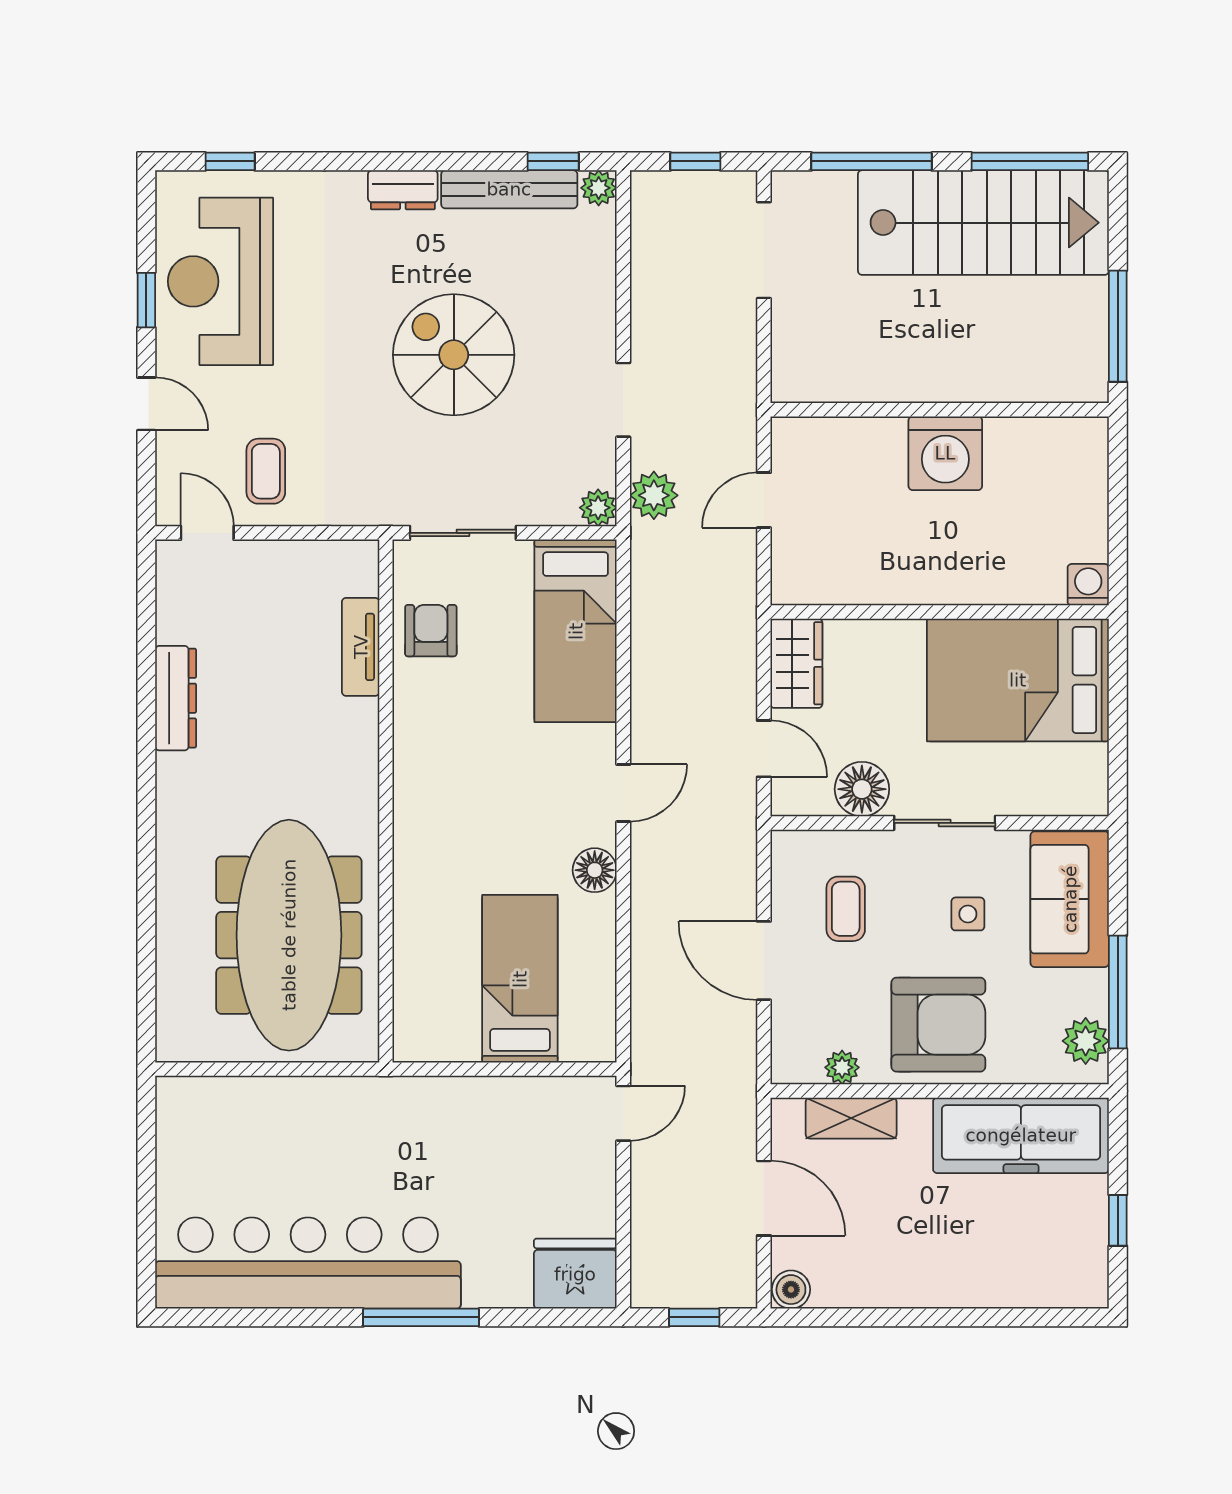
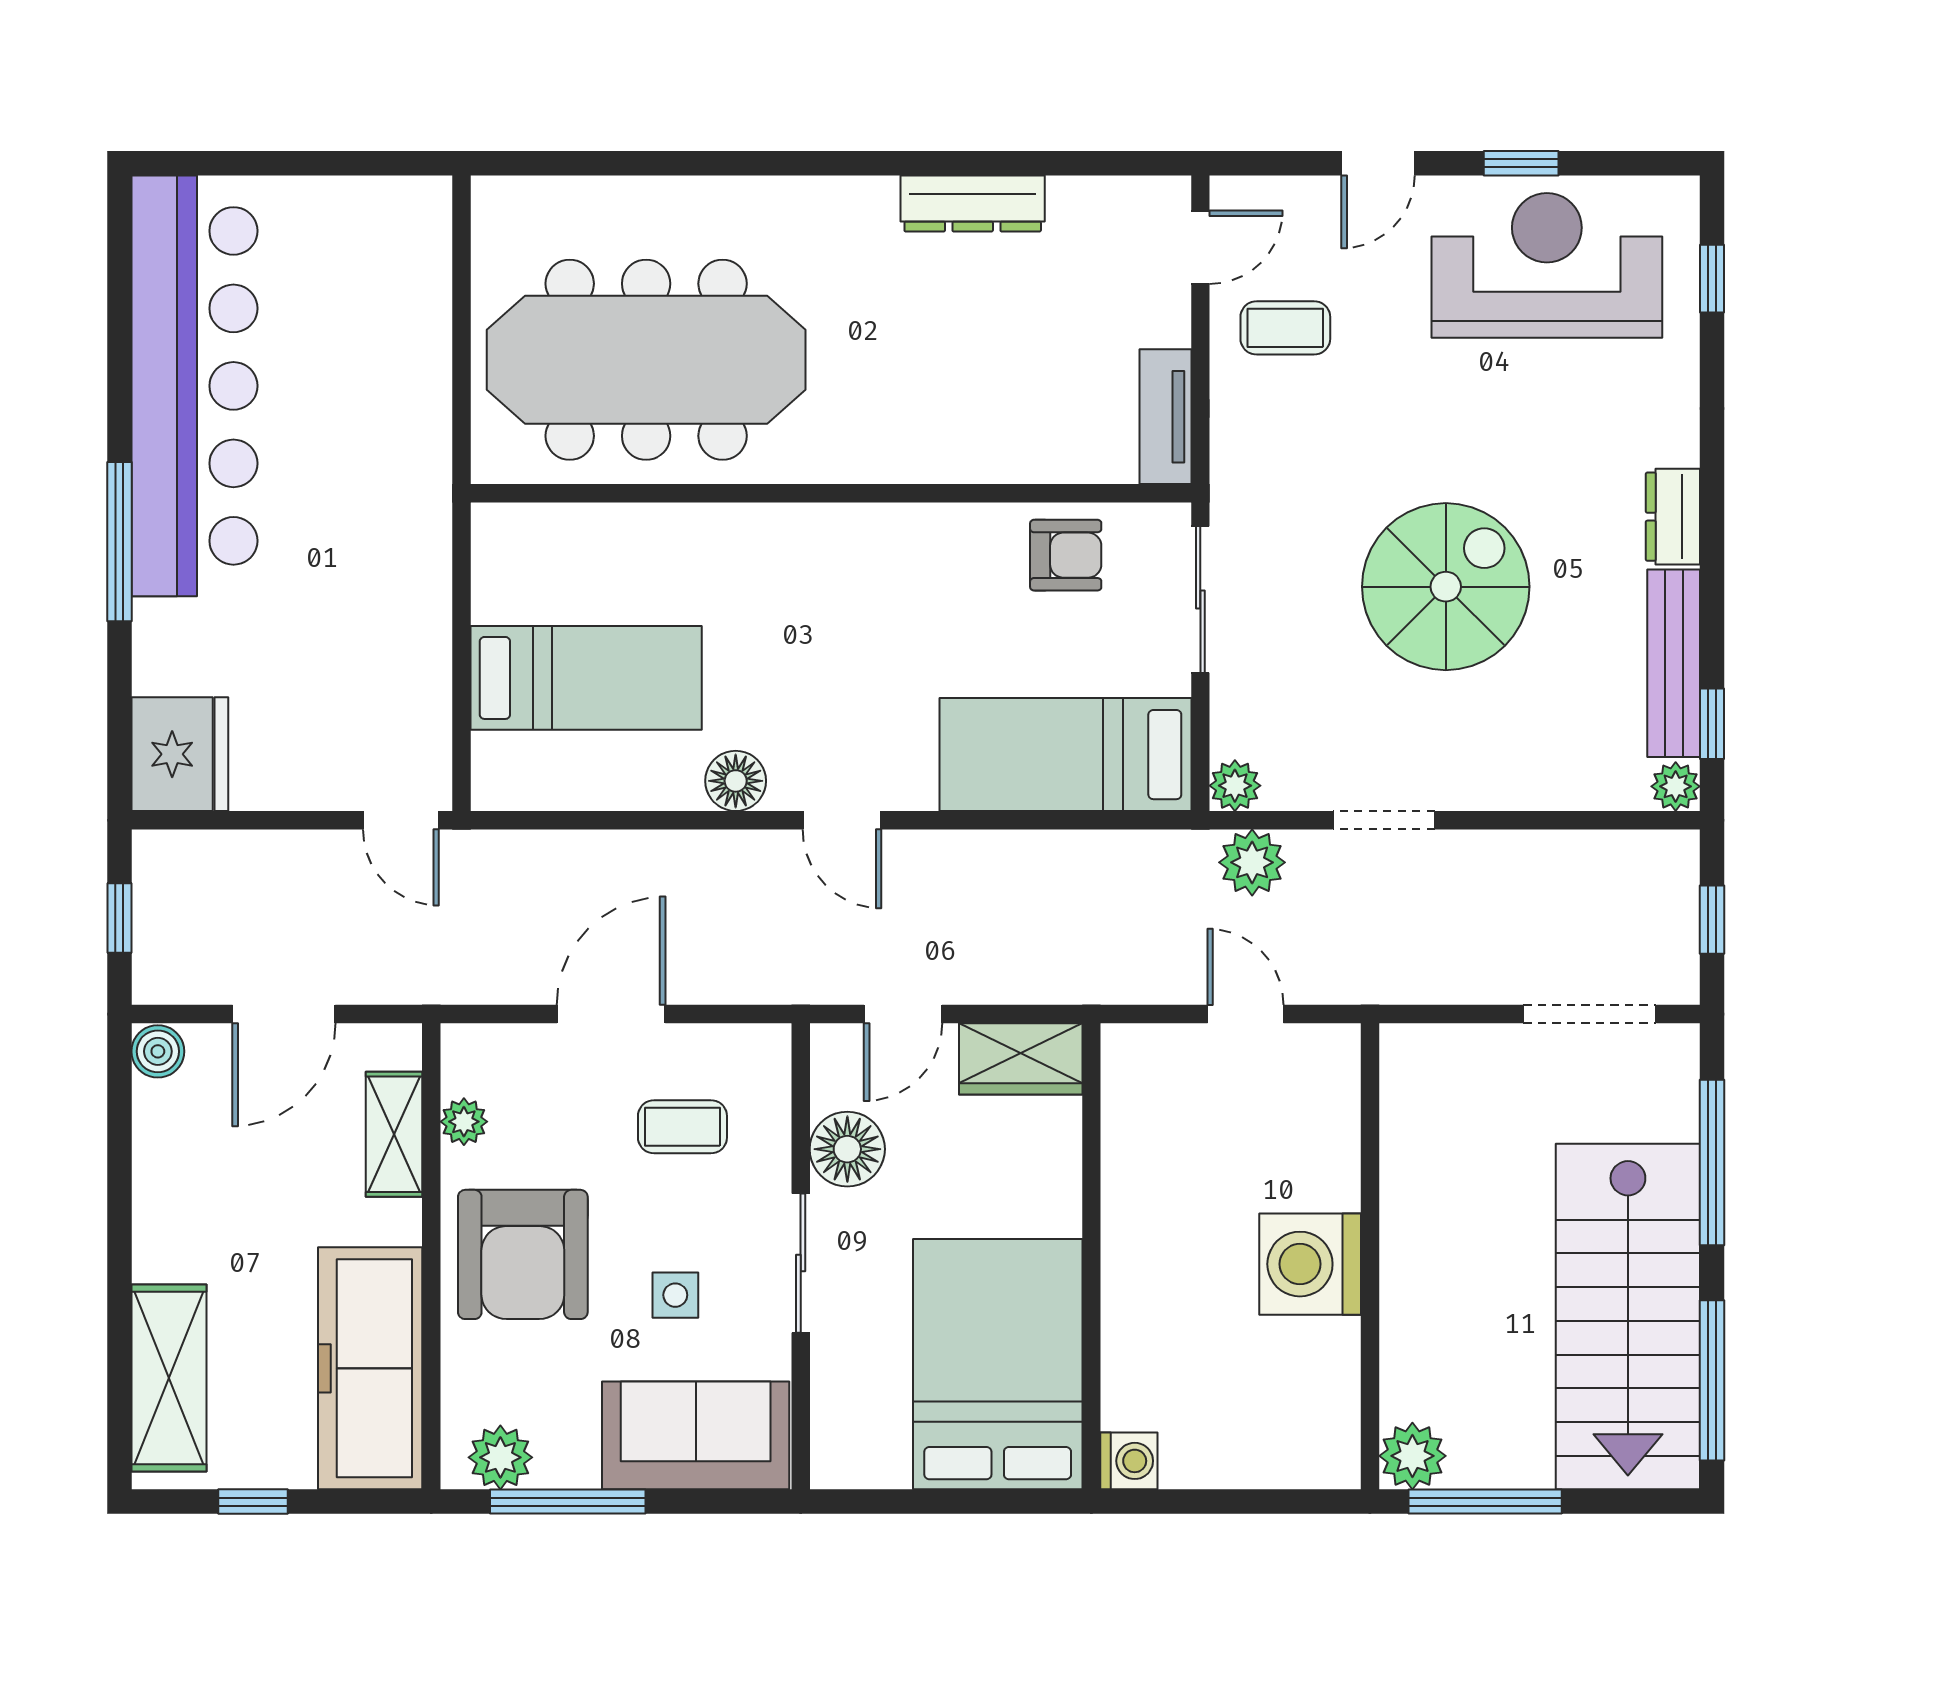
plant: (1085, 379) -> (1412, 1456), added
tv unit: (361, 647) -> (1166, 417), moved, turned -90
shelving: (1028, 1281) -> (169, 1378), added

